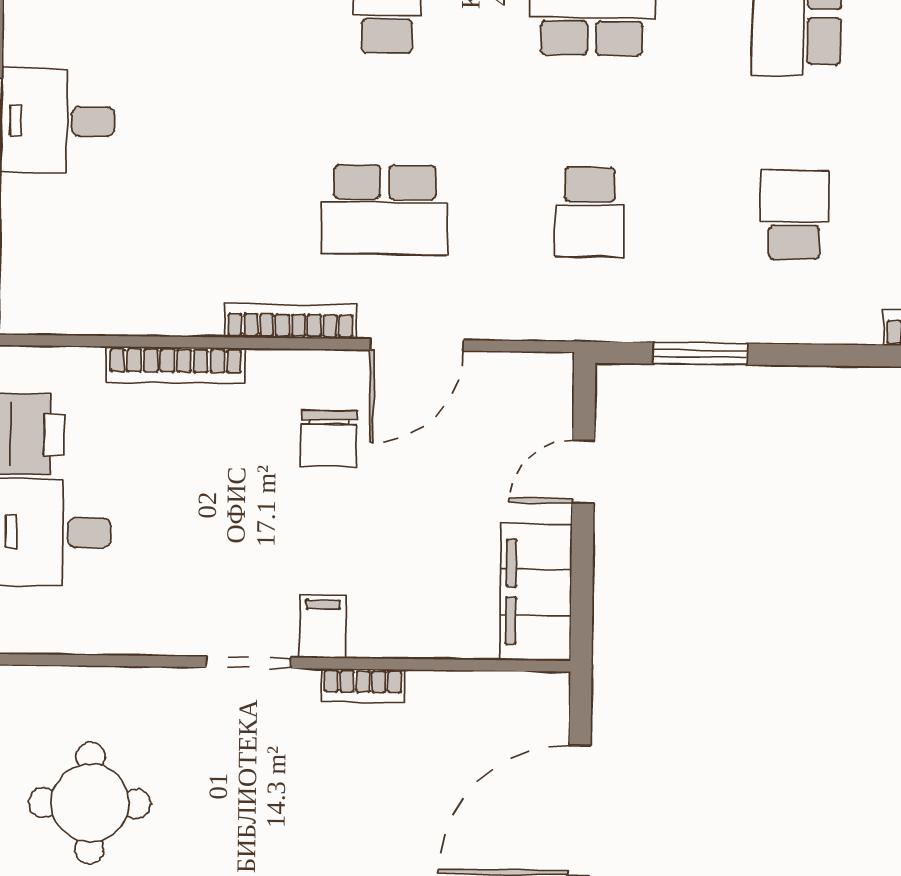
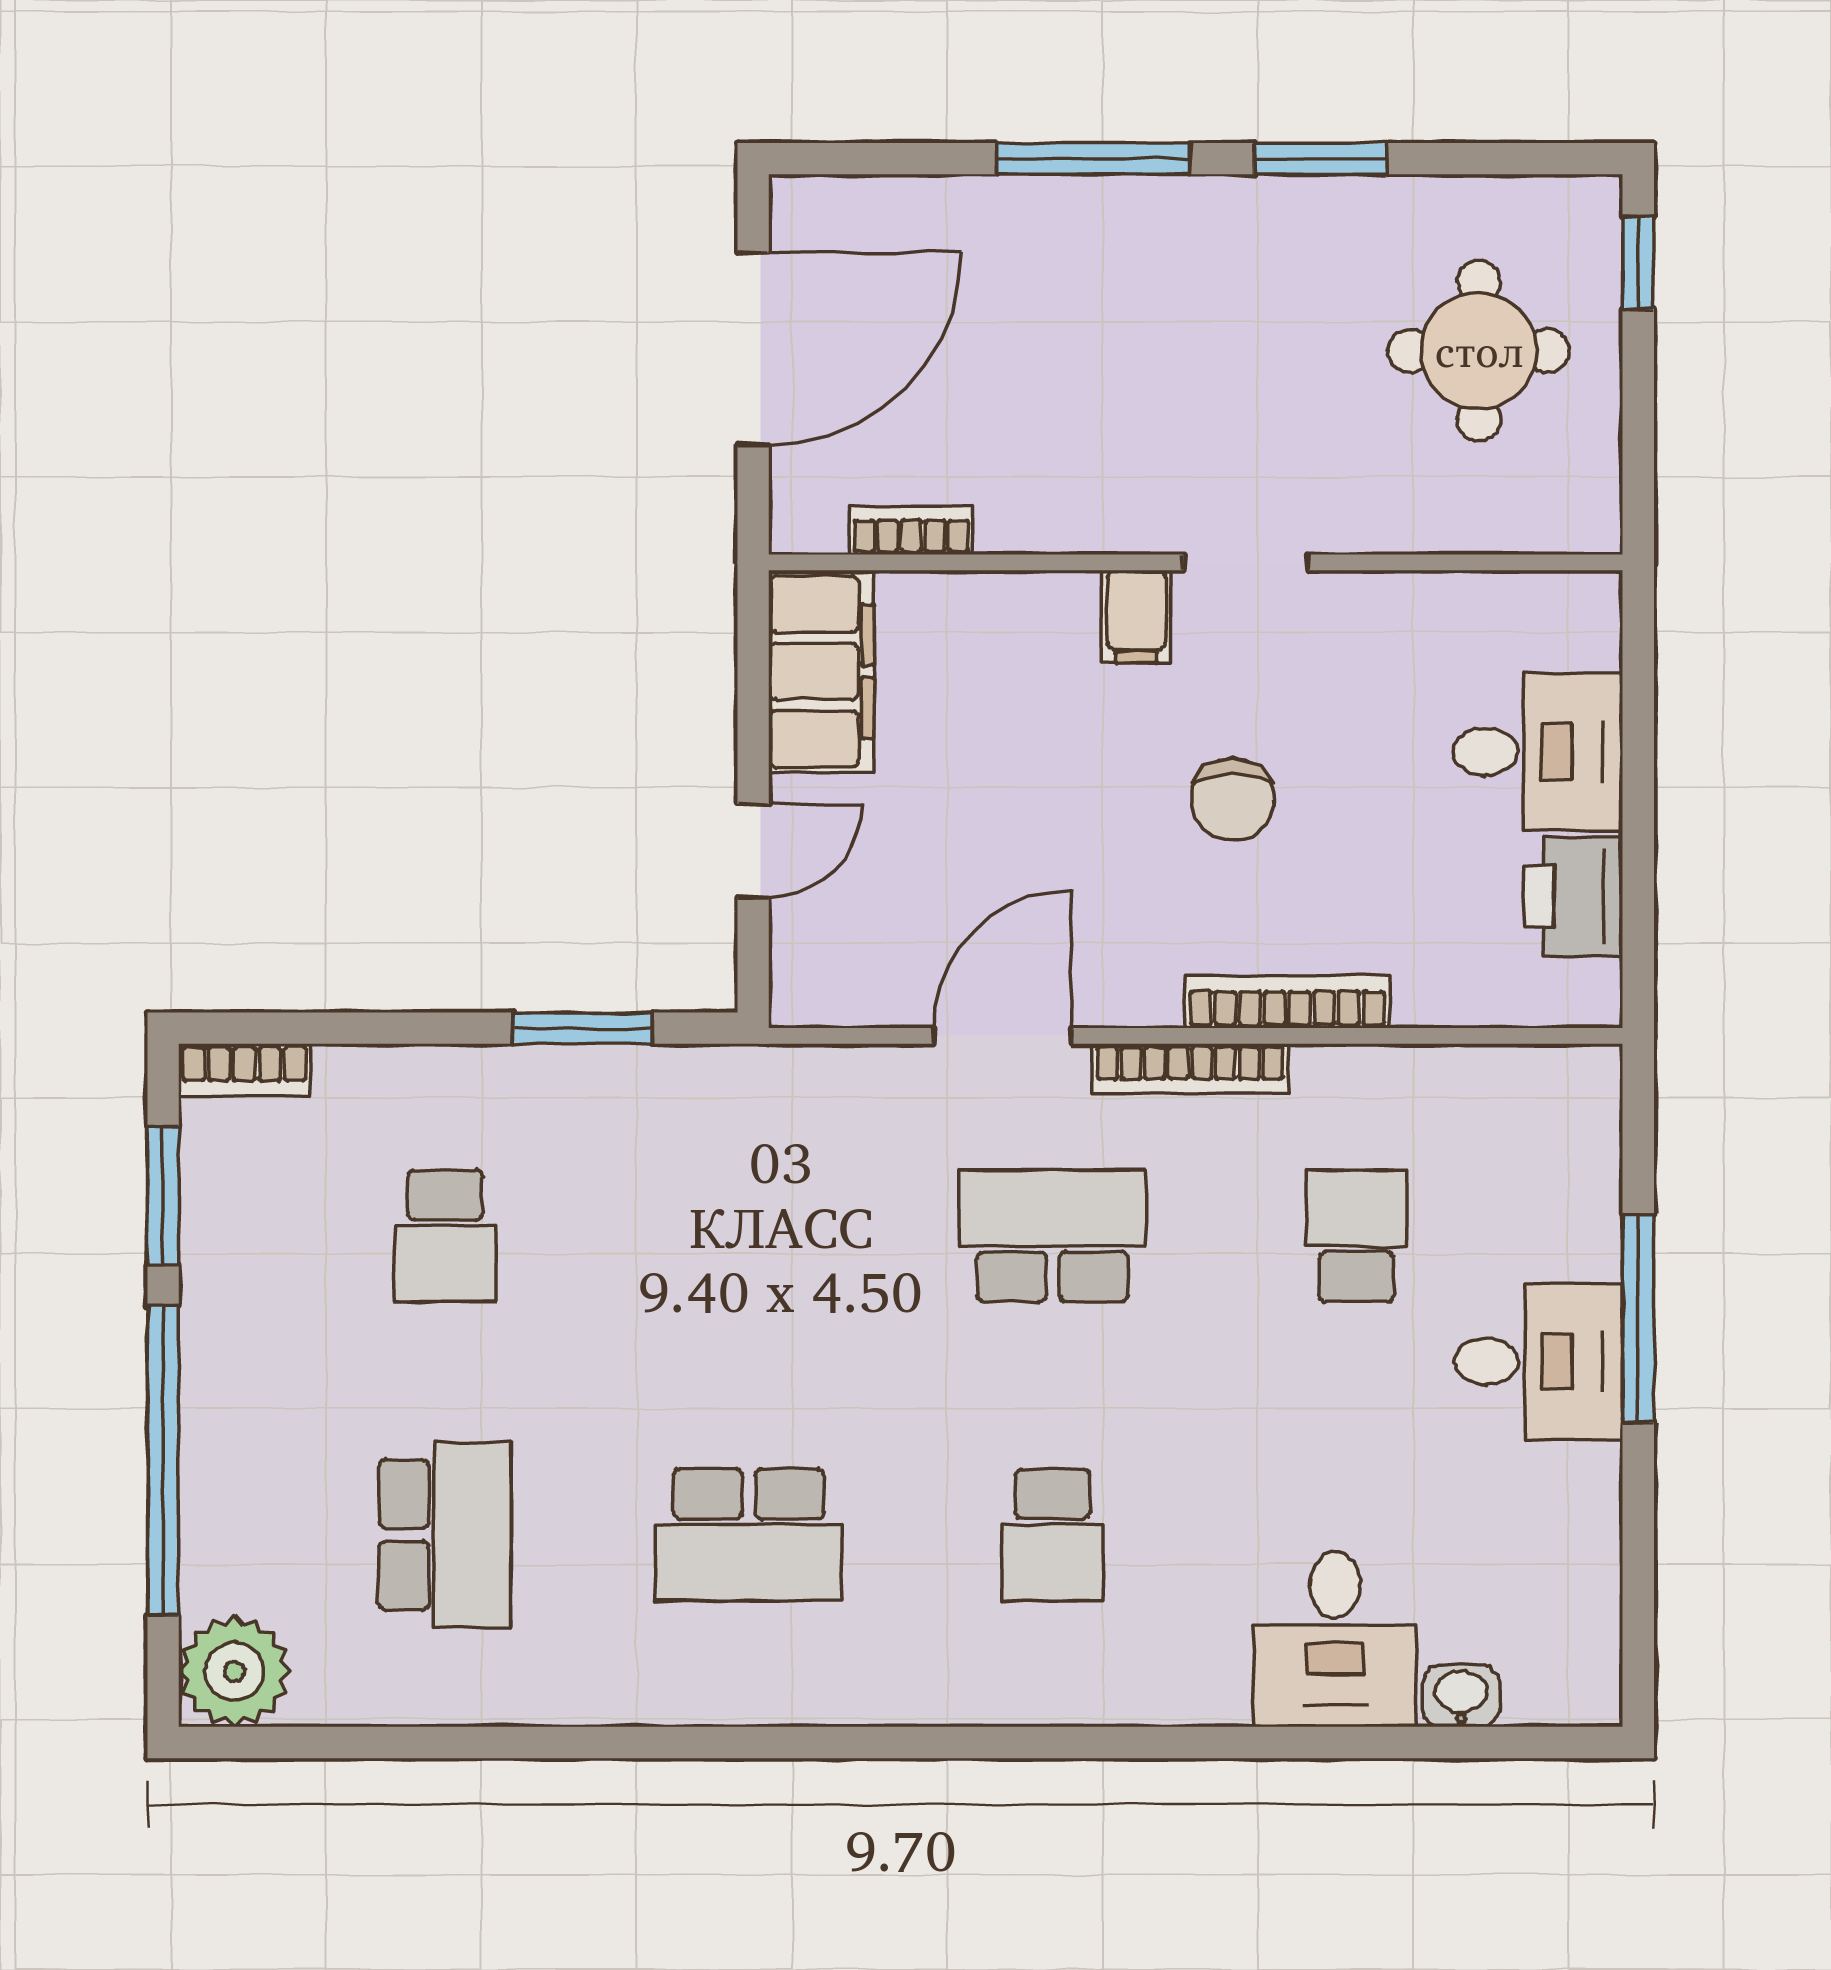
school desk: (590, 212) -> (1357, 1236), moved
bookcase: (176, 365) -> (1287, 1002), moved
chair: (329, 439) -> (1233, 800), moved, turned 180
bookcase: (363, 685) -> (911, 530), moved

